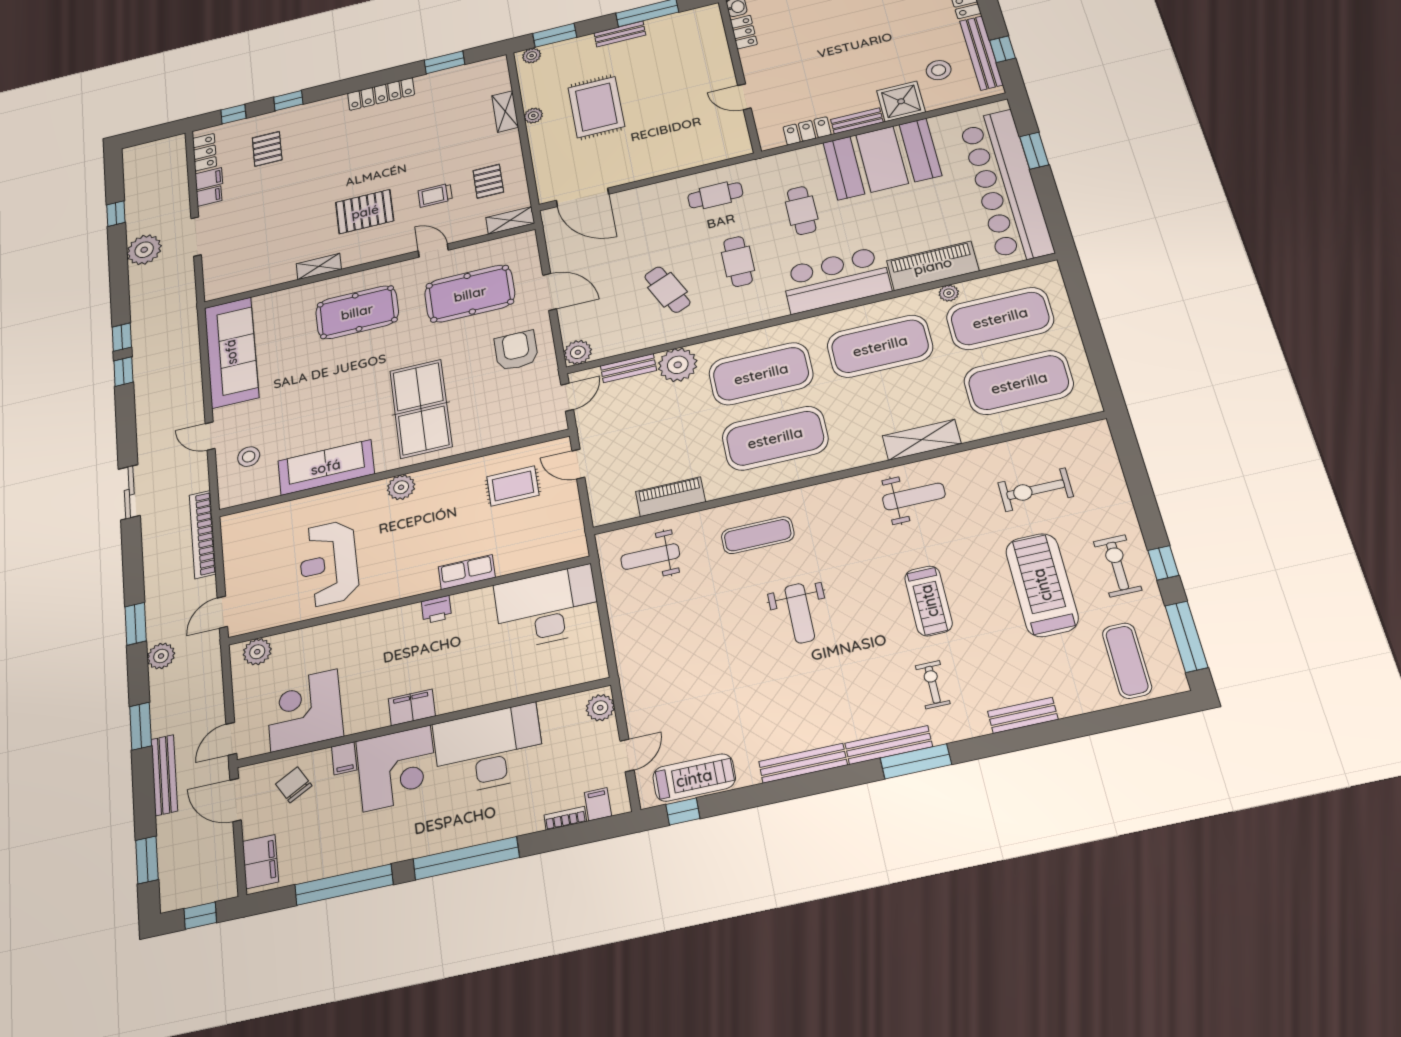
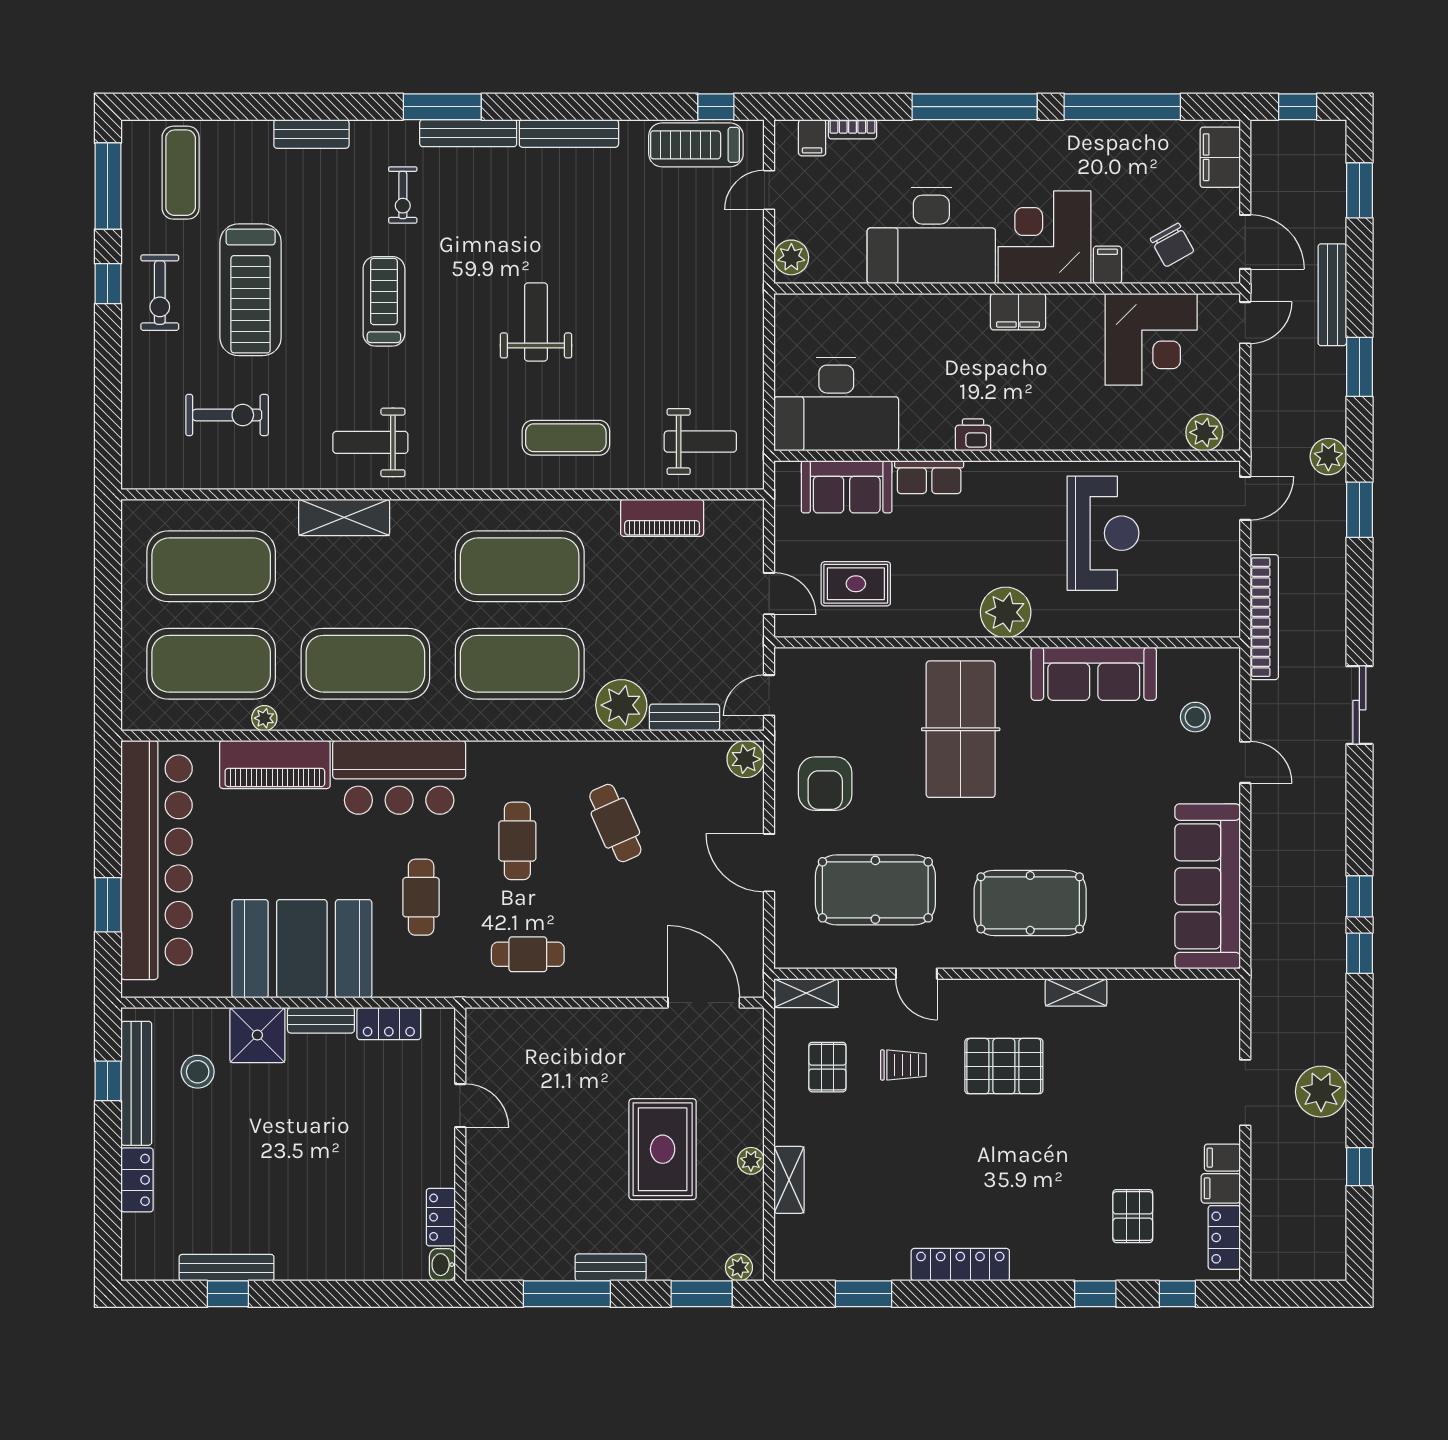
plant: (401, 487) -> (1006, 612), width x1.36, depth x1.36
sofa: (530, 551) -> (847, 487), added

